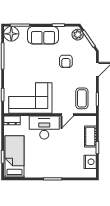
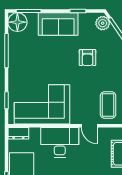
door: (67, 115) -> (89, 126), hinge flipped

